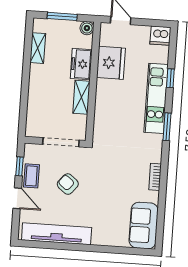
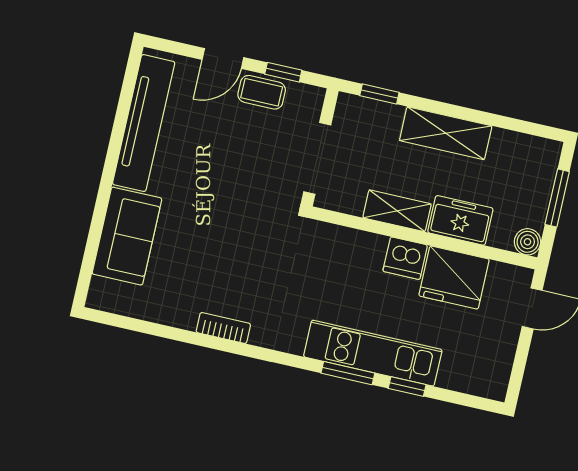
dishwasher: (160, 36) -> (405, 258), moved, turned -90
shelving: (38, 48) -> (446, 133), moved, width x1.50, depth x1.33
window: (23, 116) -> (379, 94), added
window: (167, 127) -> (348, 373), moved
armchair: (68, 184) -> (235, 159), removed
sofa: (144, 226) -> (127, 236), moved, turned 90

